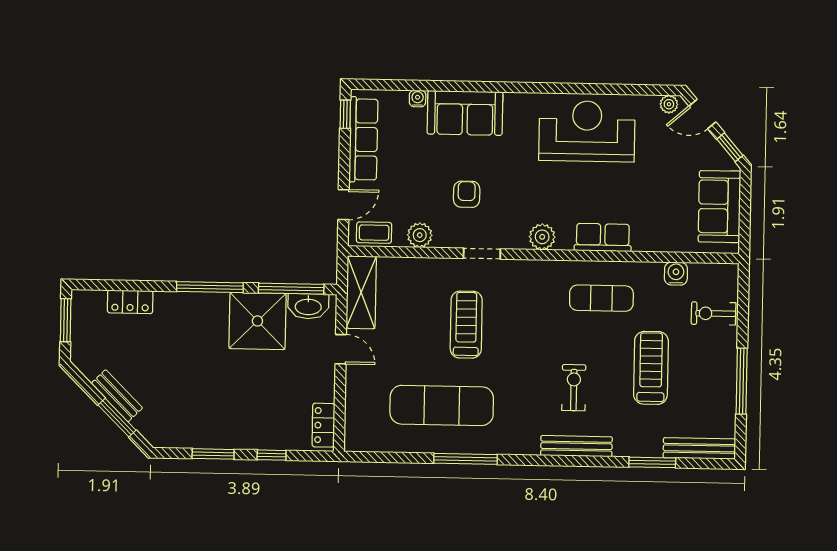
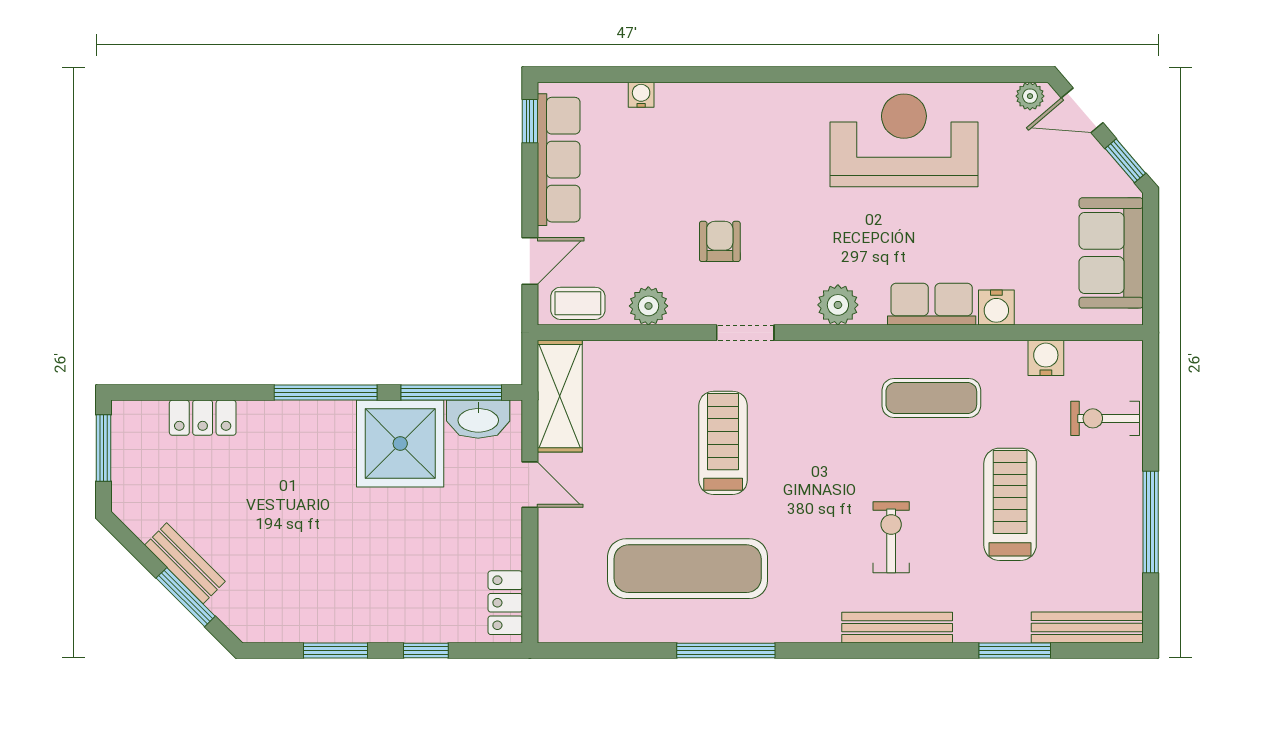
sofa: (465, 113) -> (715, 116), removed
water cooler: (645, 240) -> (996, 307), added

